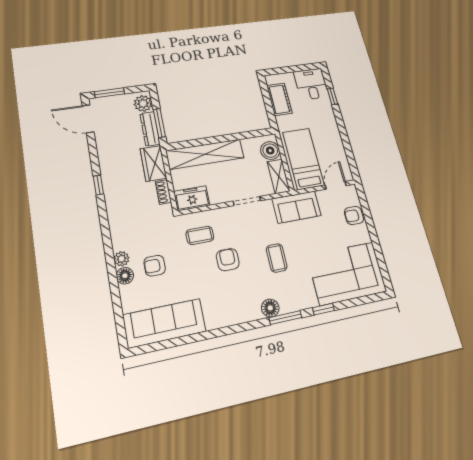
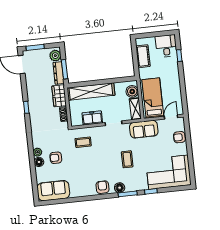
freezer: (192, 198) -> (92, 118), moved
armchair: (228, 260) -> (102, 187), moved
sofa: (164, 323) -> (53, 191), width x0.73

